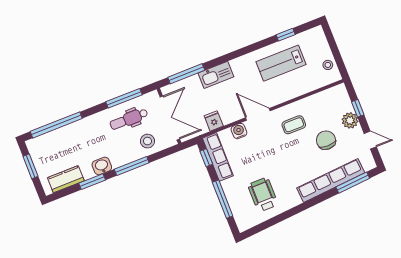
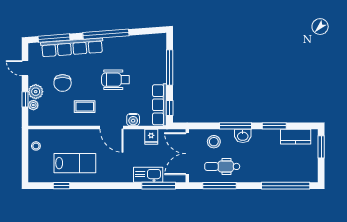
kitchen sink: (216, 75) -> (148, 175), moved
plant: (347, 106) -> (33, 105), added
dental chair: (129, 119) -> (222, 166), turned 180
window: (31, 166) -> (321, 147), moved
washbasin: (102, 166) -> (243, 136), moved
wheelchair: (263, 195) -> (116, 80), moved, turned 90
window: (301, 208) -> (106, 34), added

